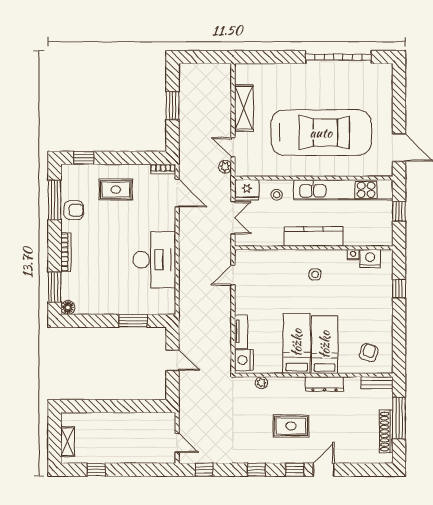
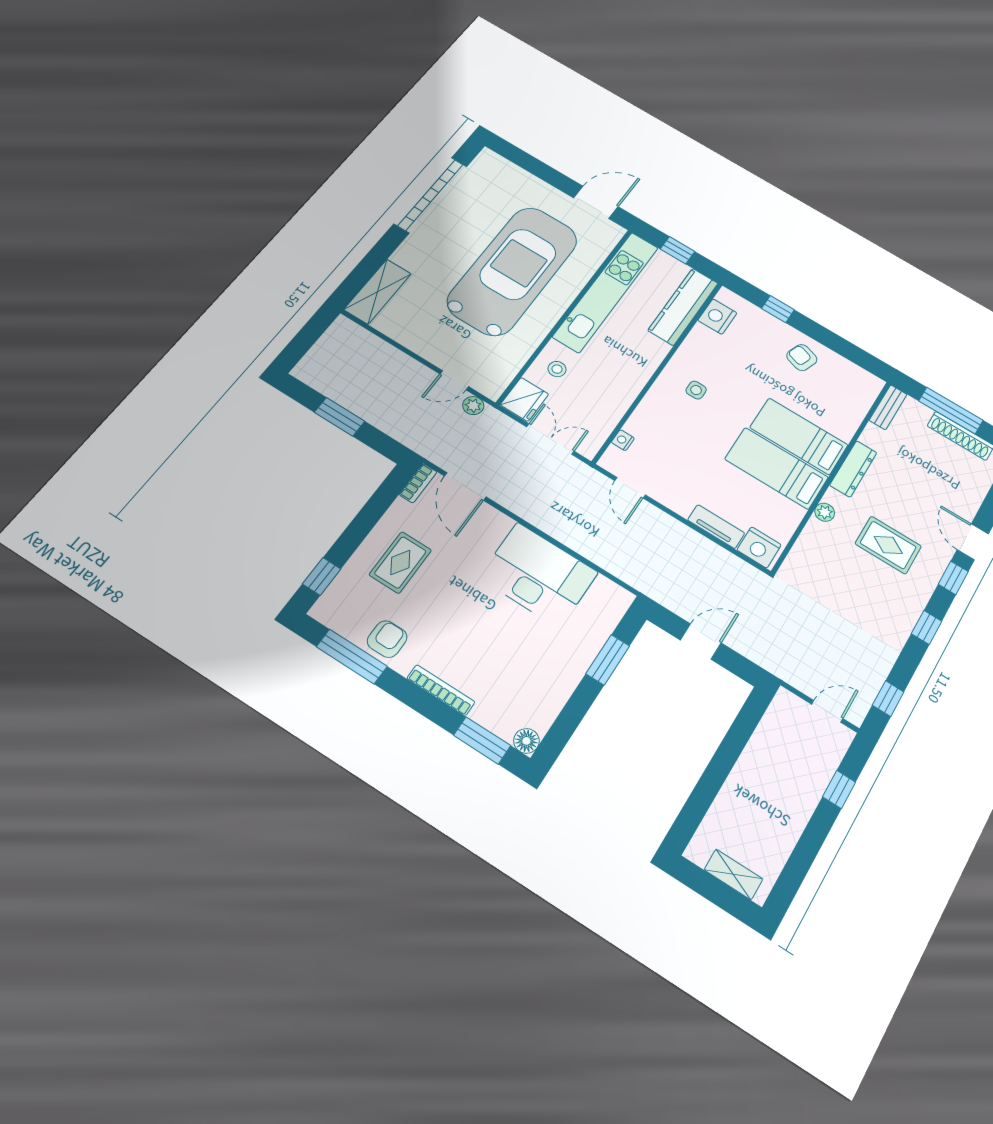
shelving: (244, 108) -> (378, 292), moved, turned 90
door: (177, 193) -> (465, 486), swing flipped
kitchen counter: (314, 237) -> (683, 307), moved
nightstand: (353, 255) -> (623, 440), moved
armchair: (369, 353) -> (802, 358), moved
plant: (261, 383) -> (825, 512), moved
rug: (291, 426) -> (888, 545), turned 90
window: (96, 470) -> (839, 789), moved

